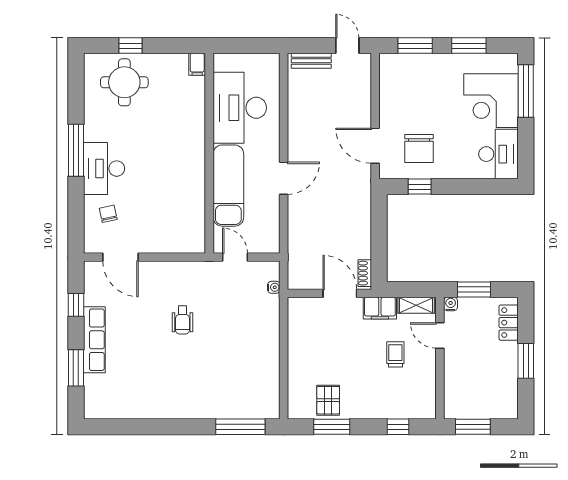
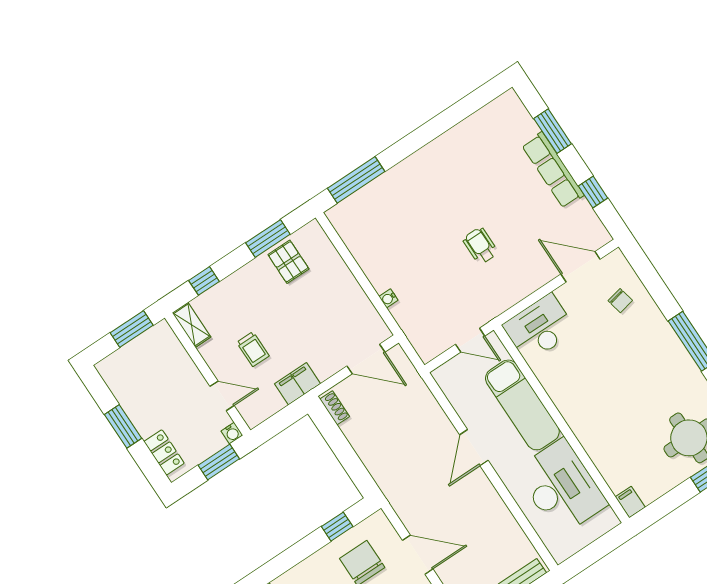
door: (375, 146) -> (418, 555), moved
desk: (104, 169) -> (539, 328), moved, turned -90
water cooler: (274, 287) -> (388, 298), moved
door: (340, 293) -> (366, 359), moved
shelving: (416, 305) -> (192, 325), moved, turned 90

